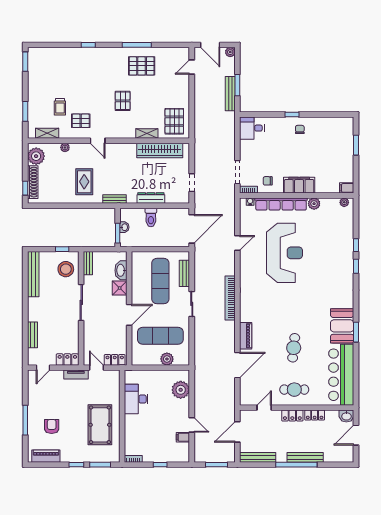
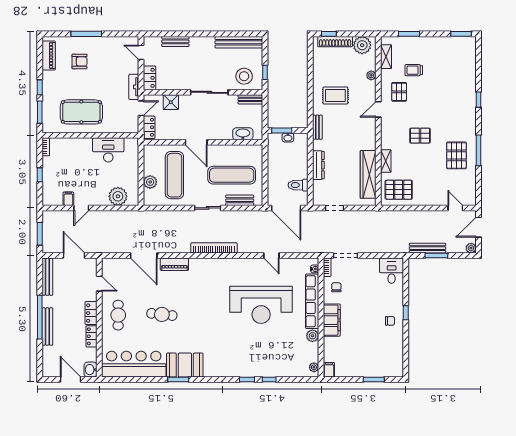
toilet: (151, 217) -> (298, 185), moved
shower: (120, 288) -> (171, 102), moved

